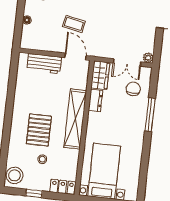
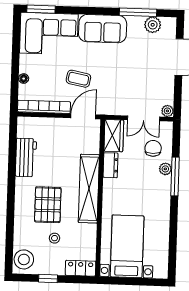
bookcase: (42, 46) -> (44, 107), added
door: (75, 57) -> (83, 116), hinge flipped
workbench: (44, 64) -> (26, 157), moved, turned -90
plant: (142, 107) -> (165, 169), added

